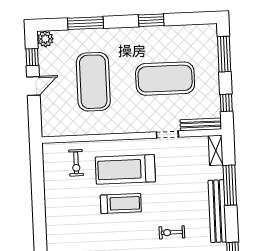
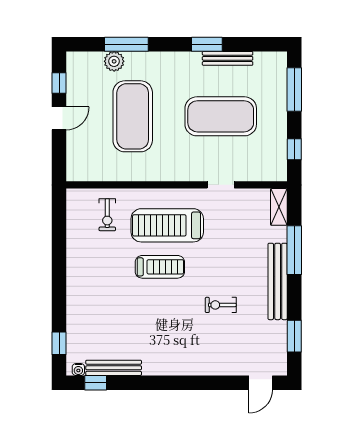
plant: (45, 39) -> (114, 61), moved
bench: (201, 124) -> (228, 58), moved

